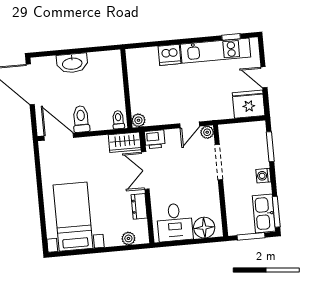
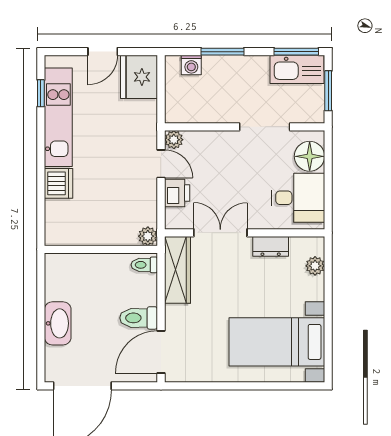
printer: (155, 139) -> (177, 193), moved
wardrobe: (125, 142) -> (177, 270), width x1.50
window: (270, 147) -> (223, 52), moved
doorway: (219, 162) -> (265, 127), moved
double door: (145, 170) -> (220, 233), swing flipped
washing machine: (263, 176) -> (191, 65), moved

